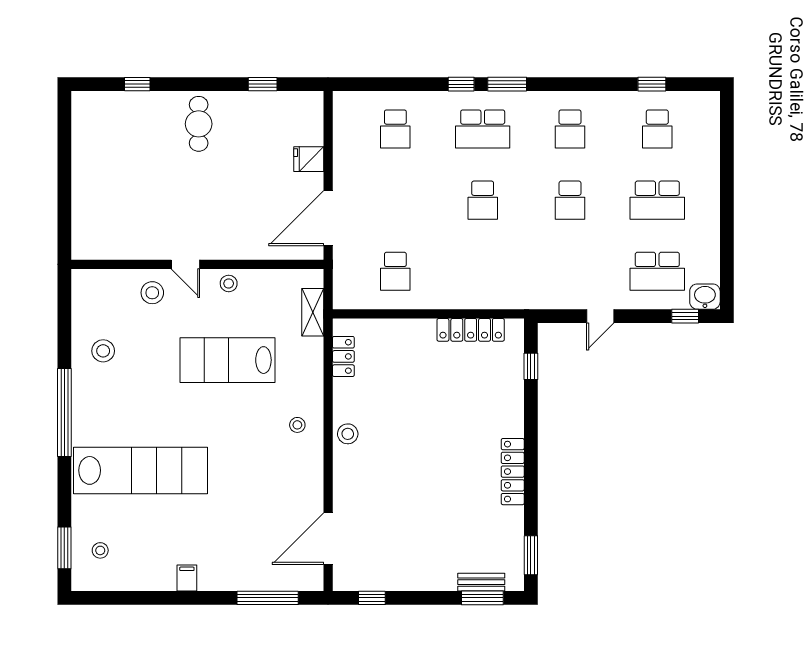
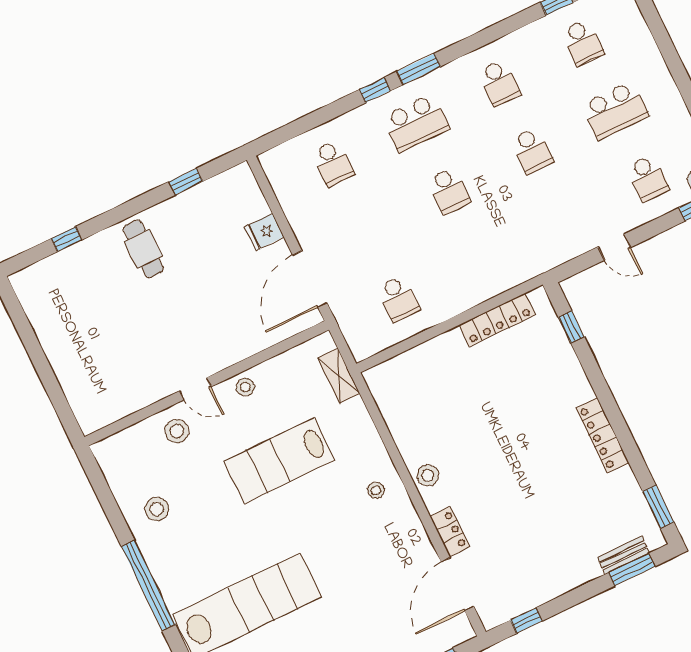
school desk: (657, 271) -> (648, 178), width x0.54
door: (600, 316) -> (614, 247), hinge flipped
locker: (343, 356) -> (450, 532), moved

